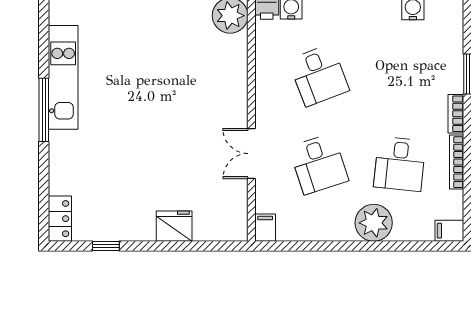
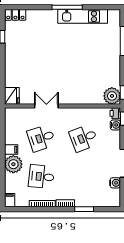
fridge: (174, 226) -> (12, 96), moved
filing cabinet: (265, 228) -> (11, 150), moved

